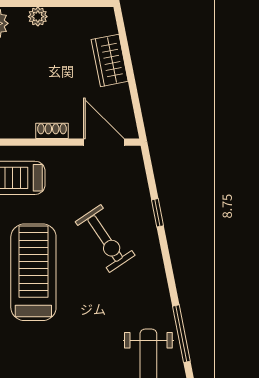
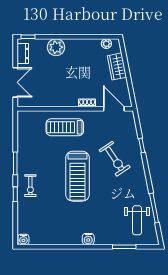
plant: (38, 17) -> (106, 44), moved
treadmill: (33, 272) -> (77, 176), turned 180

